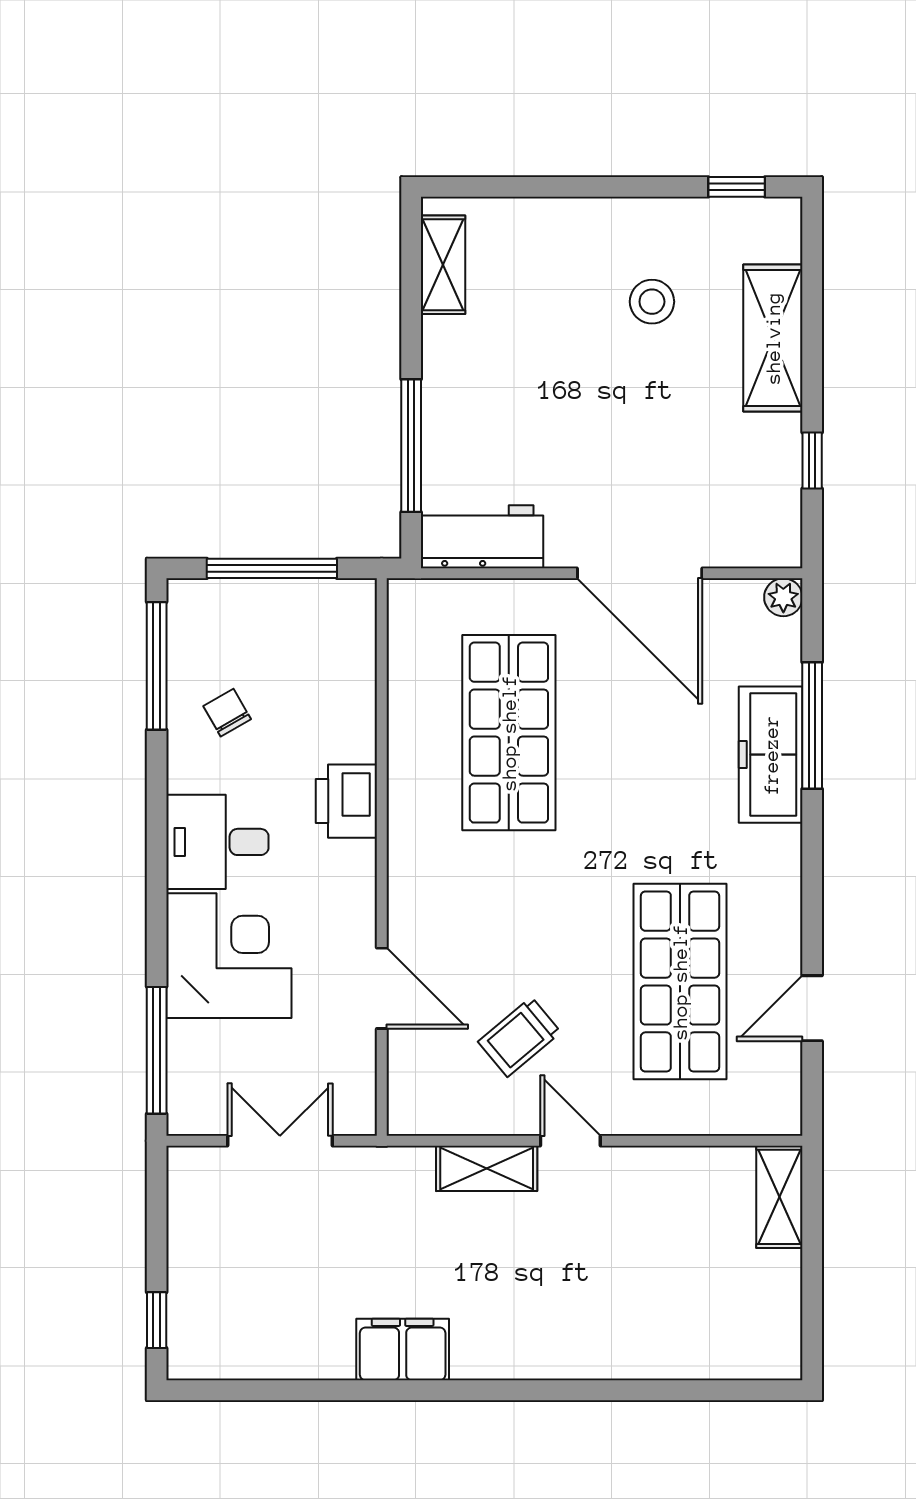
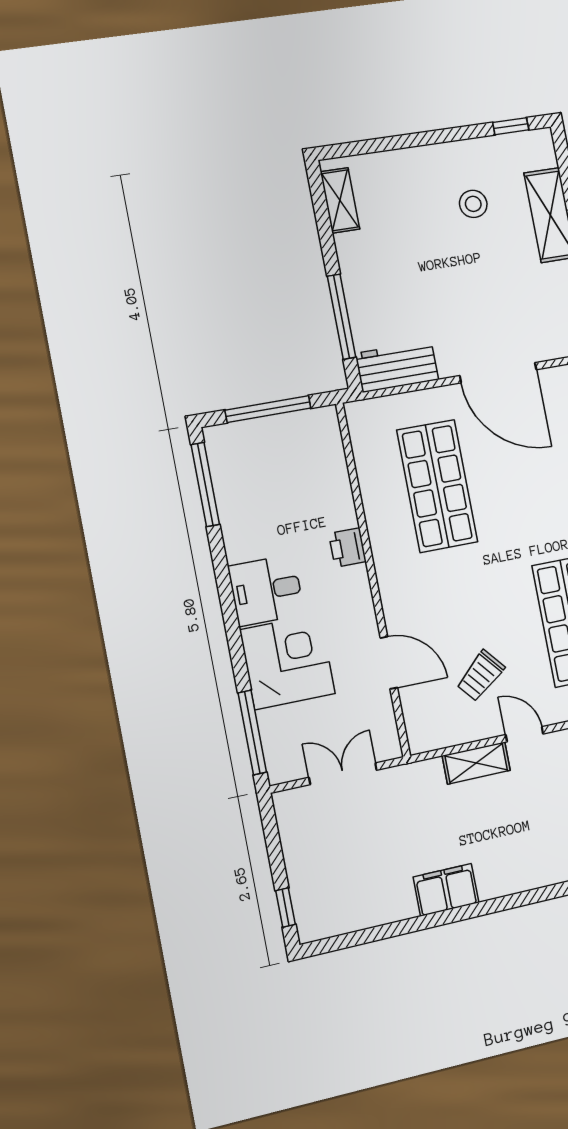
chair: (227, 713) -> (257, 506), removed
printer: (346, 801) -> (348, 548), width x0.73, depth x0.81

